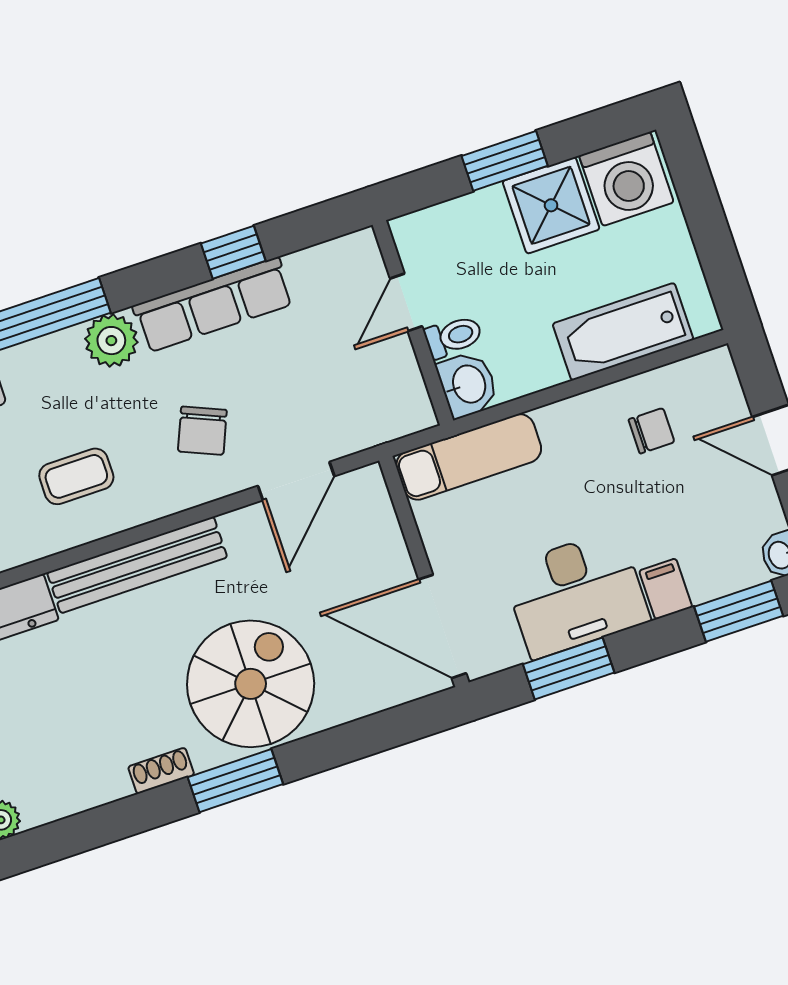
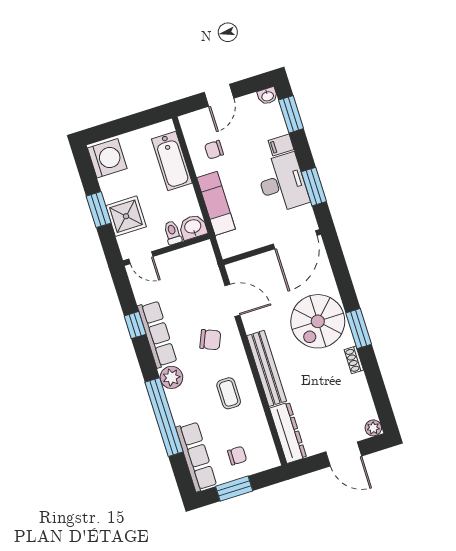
shower: (551, 205) -> (126, 216), moved
door: (406, 302) -> (141, 258), moved
chair: (651, 431) -> (214, 150), turned -90
exam couch: (469, 457) -> (216, 203), moved
spiral stairs: (251, 684) -> (318, 321), turned -90

